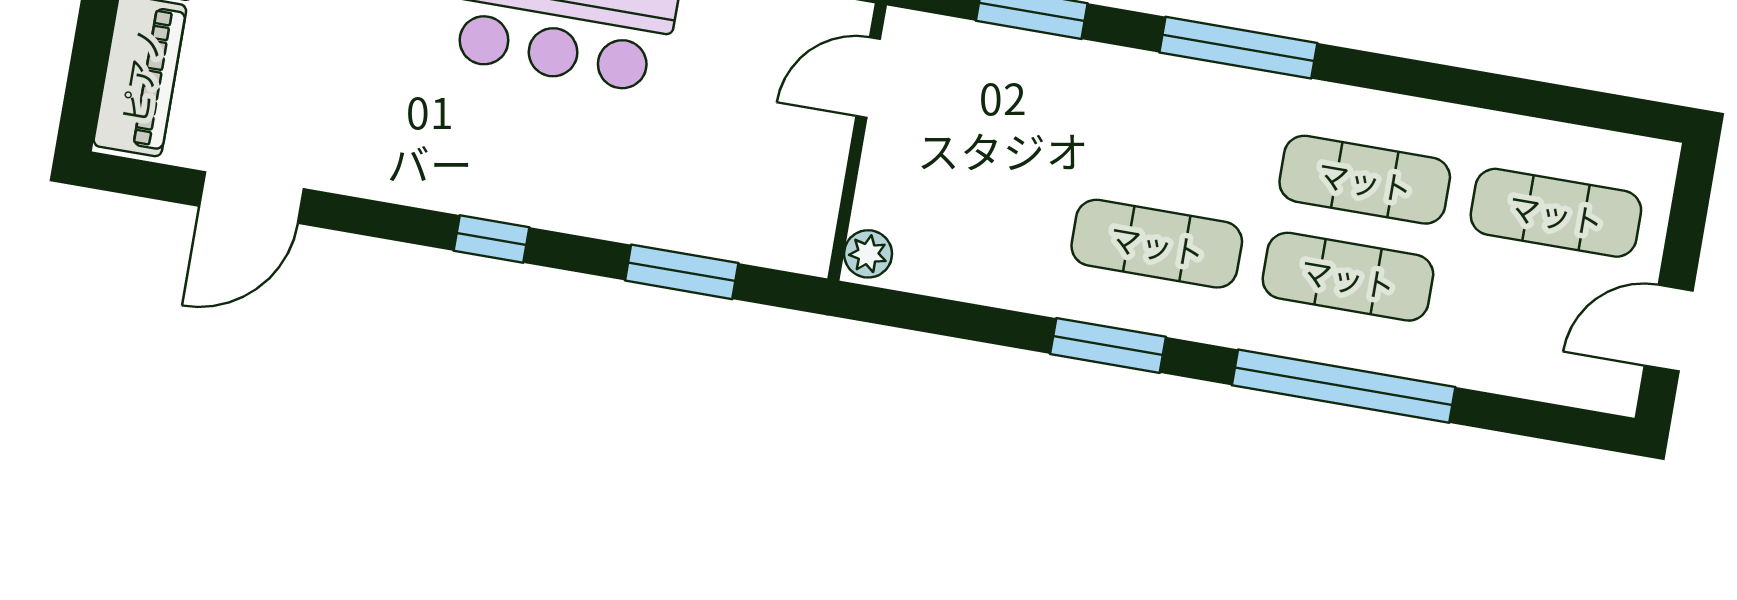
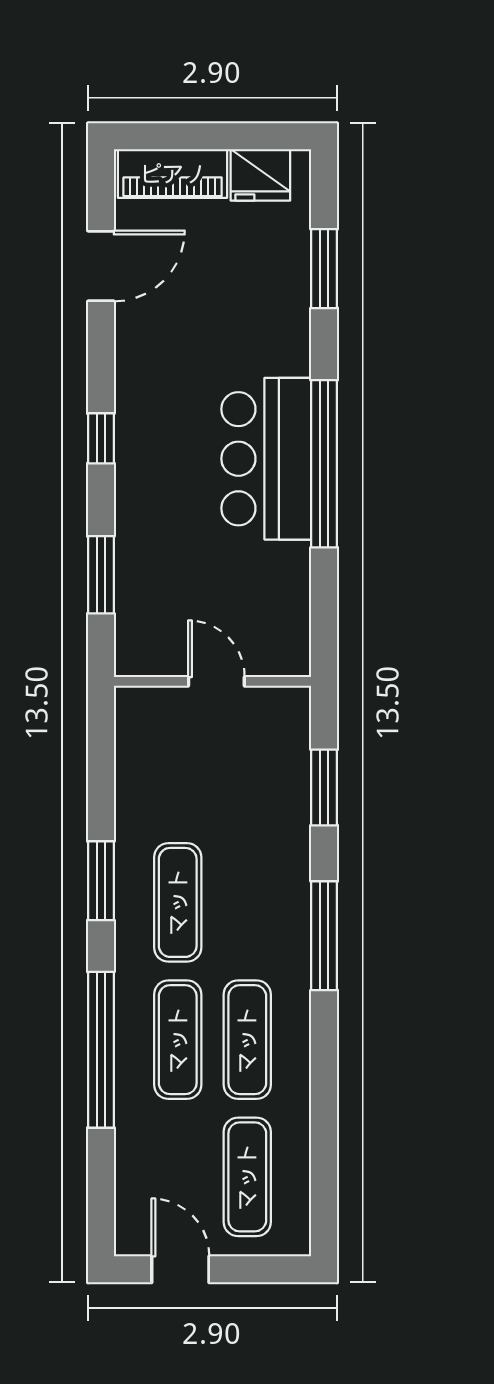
door: (868, 78) -> (216, 681), moved
door: (251, 197) -> (101, 266), swing flipped
plant: (868, 254) -> (136, 702), removed

